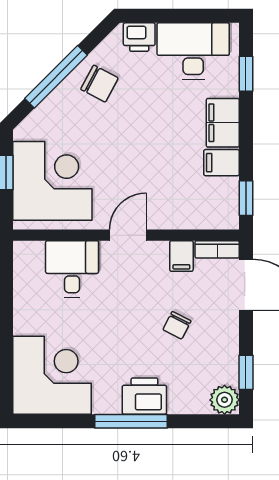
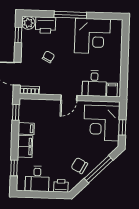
desk: (193, 51) -> (37, 179), width x0.73
filing cabinet: (181, 256) -> (112, 90), moved
corner desk: (52, 375) -> (92, 36), moved, turned -90
printer: (144, 396) -> (46, 25), moved

